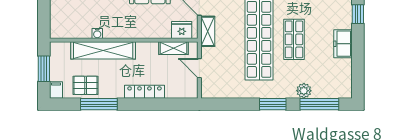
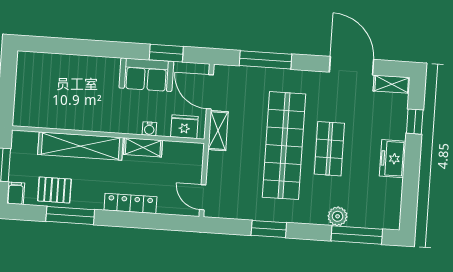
water cooler: (97, 33) -> (149, 129), moved
shelving: (173, 48) -> (143, 147), moved
door: (199, 68) -> (203, 197), moved
window: (273, 104) -> (269, 229), moved

